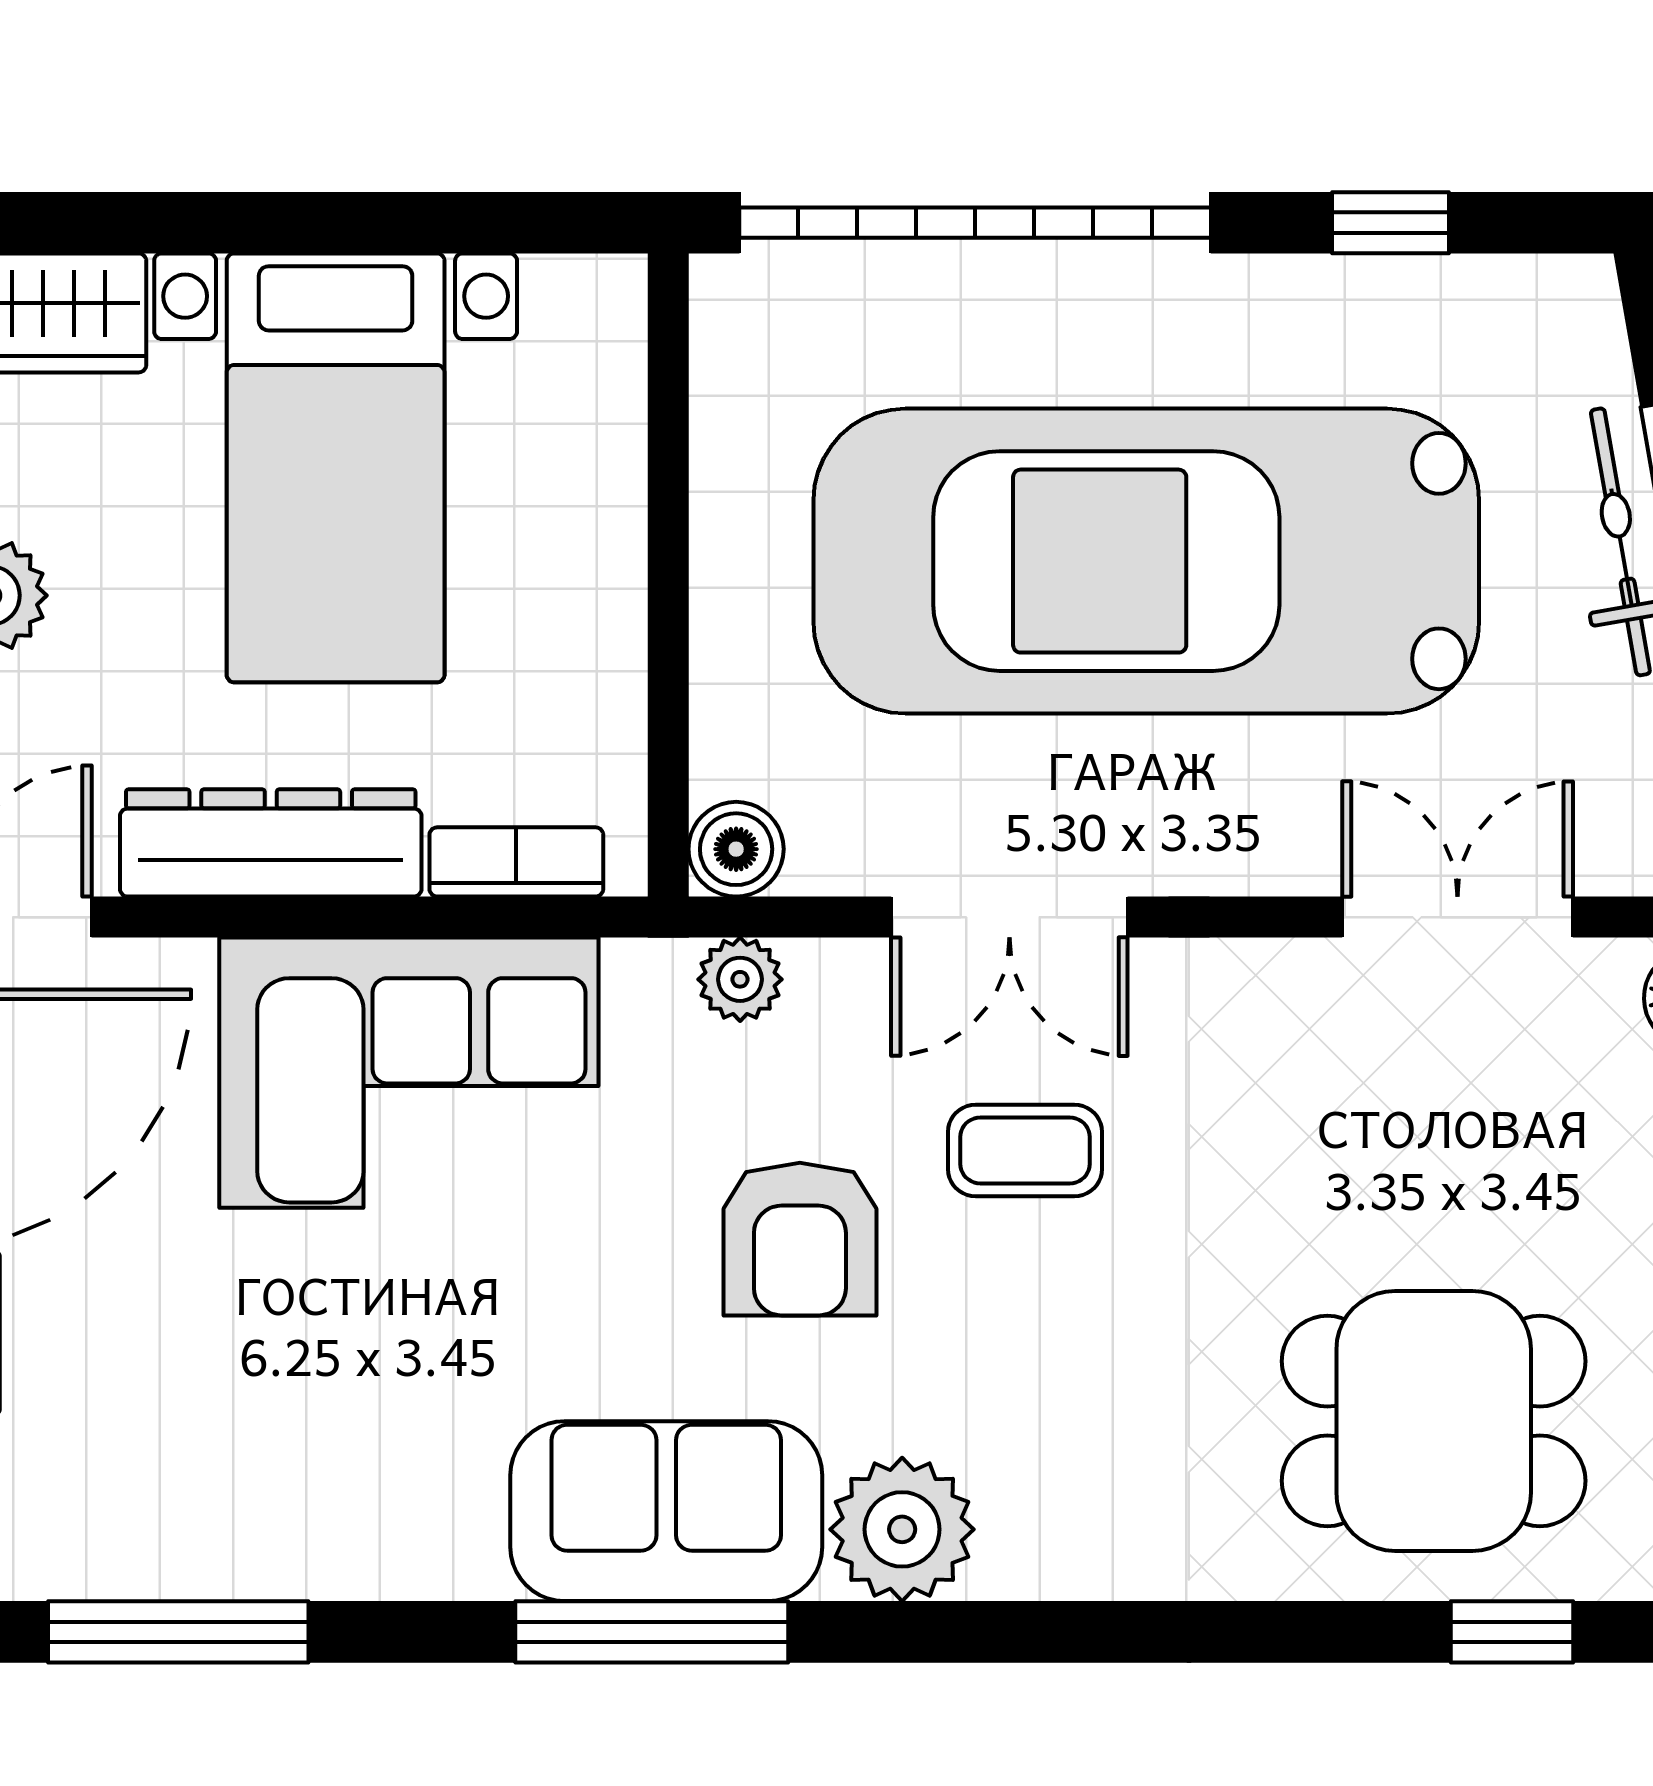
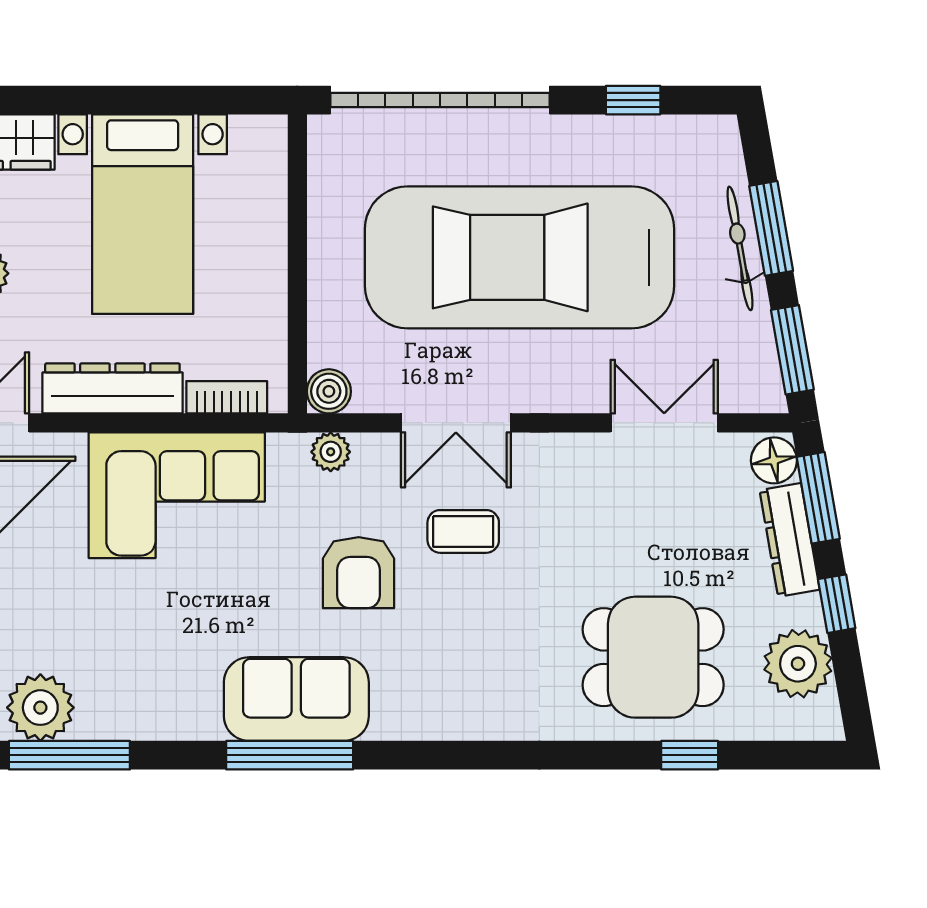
plant: (902, 1529) -> (40, 708), moved

